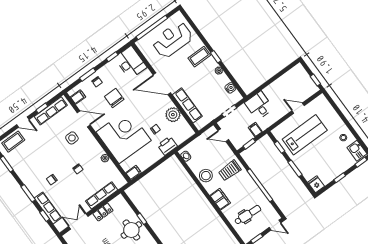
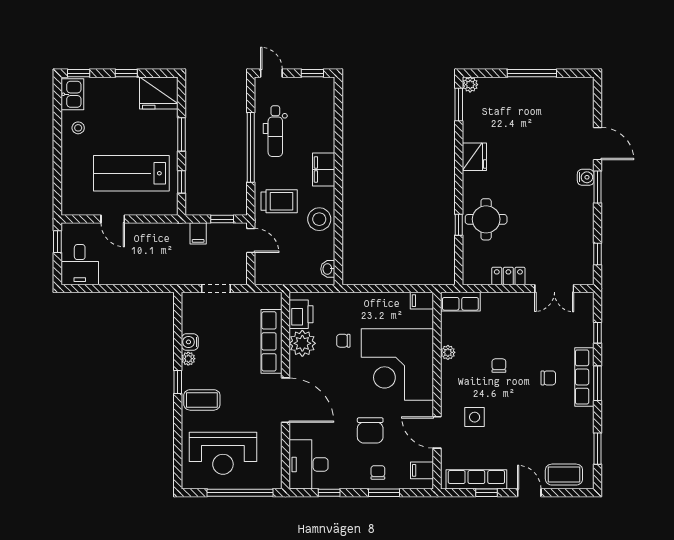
water cooler: (230, 88) -> (190, 342), moved
desk: (259, 106) -> (80, 265), moved
door: (223, 135) -> (251, 240), moved
printer: (167, 146) -> (301, 314), moved, turned -90
fridge: (316, 184) -> (159, 93), width x1.88, depth x1.34
row of seats: (102, 195) -> (460, 302), moved, width x0.68
row of seats: (48, 208) -> (584, 377), moved
dental chair: (248, 215) -> (275, 131), moved, turned -94

